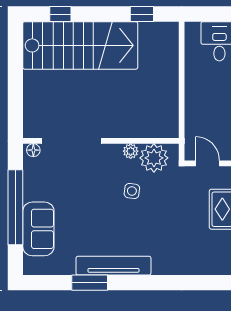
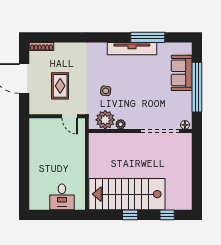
window: (142, 14) -> (130, 215), moved
stairs: (80, 45) -> (127, 194), moved
side table: (132, 191) -> (106, 91), moved
window: (90, 283) -> (148, 37), width x1.44

